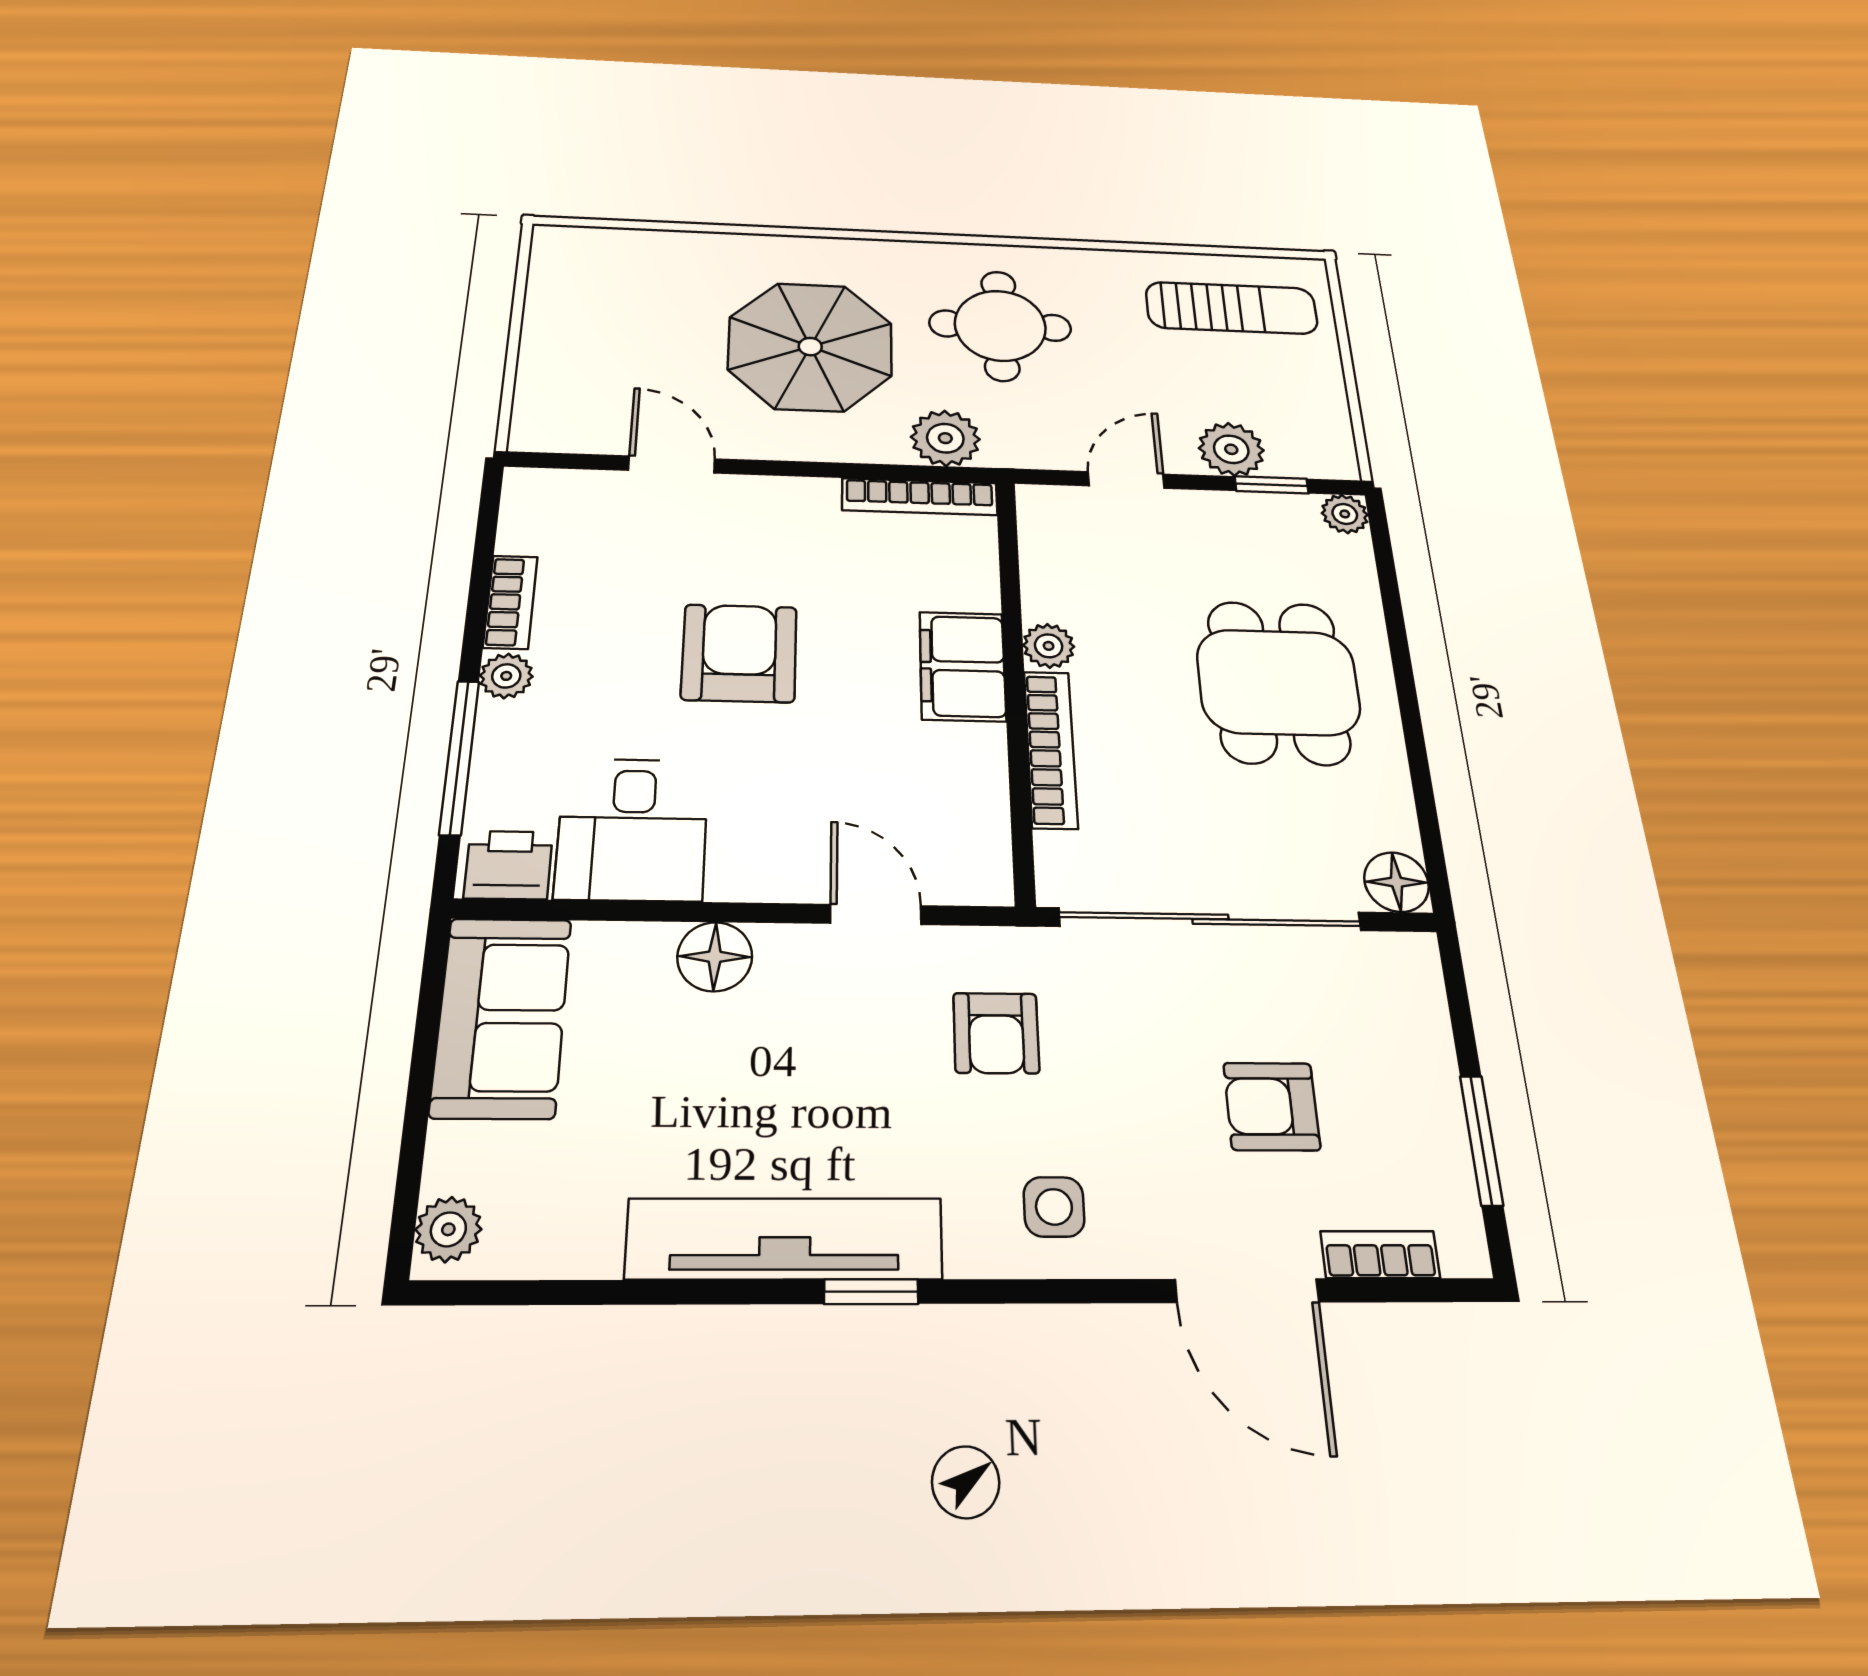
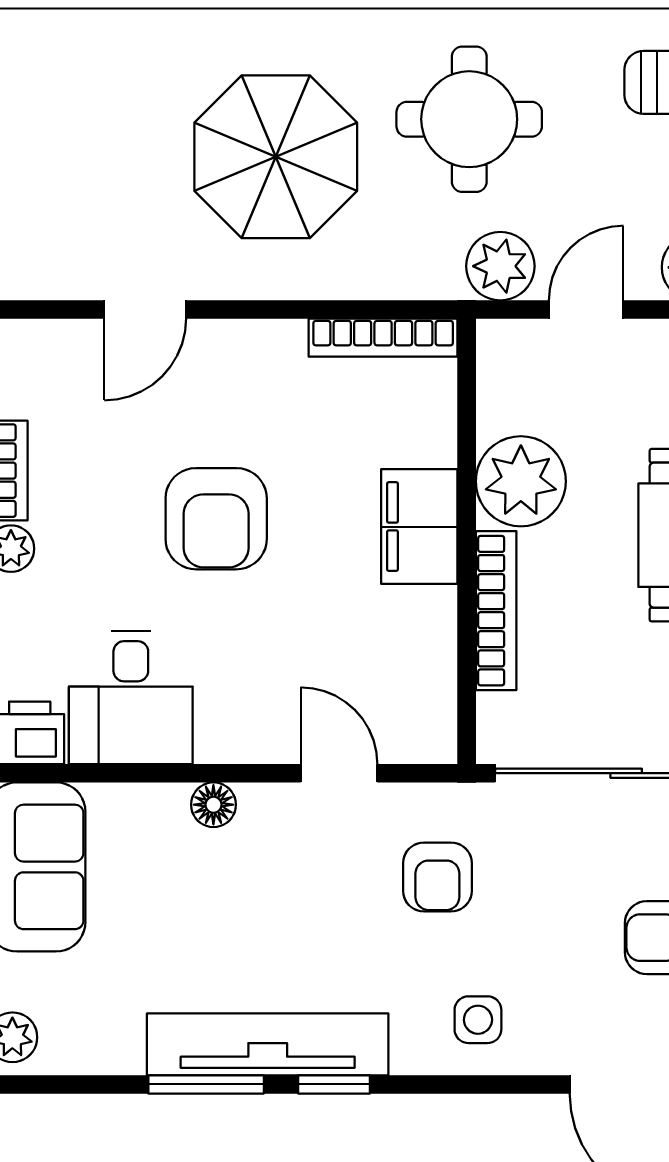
plant: (945, 438) -> (500, 266), moved
door: (672, 465) -> (145, 309), swing flipped
plant: (1049, 646) -> (521, 481), width x1.88, depth x1.88
armchair: (739, 653) -> (216, 519), turned 180
floor lamp: (715, 957) -> (213, 805), width x0.73, depth x0.73
window: (702, 1292) -> (206, 1084), added

